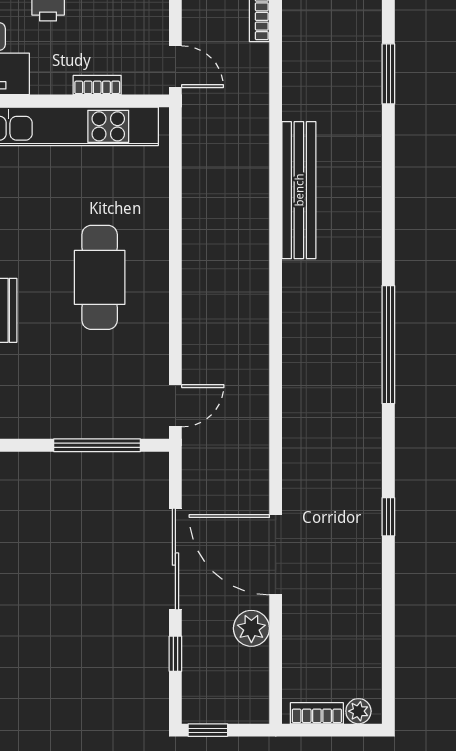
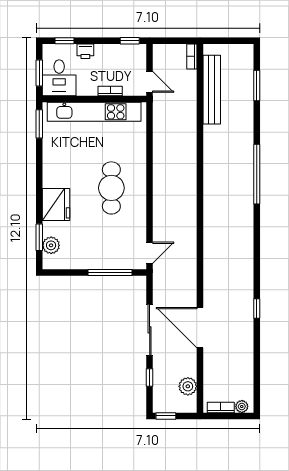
bench: (299, 190) -> (212, 90), moved
window: (388, 345) -> (257, 174), moved
plant: (251, 628) -> (188, 386), moved

